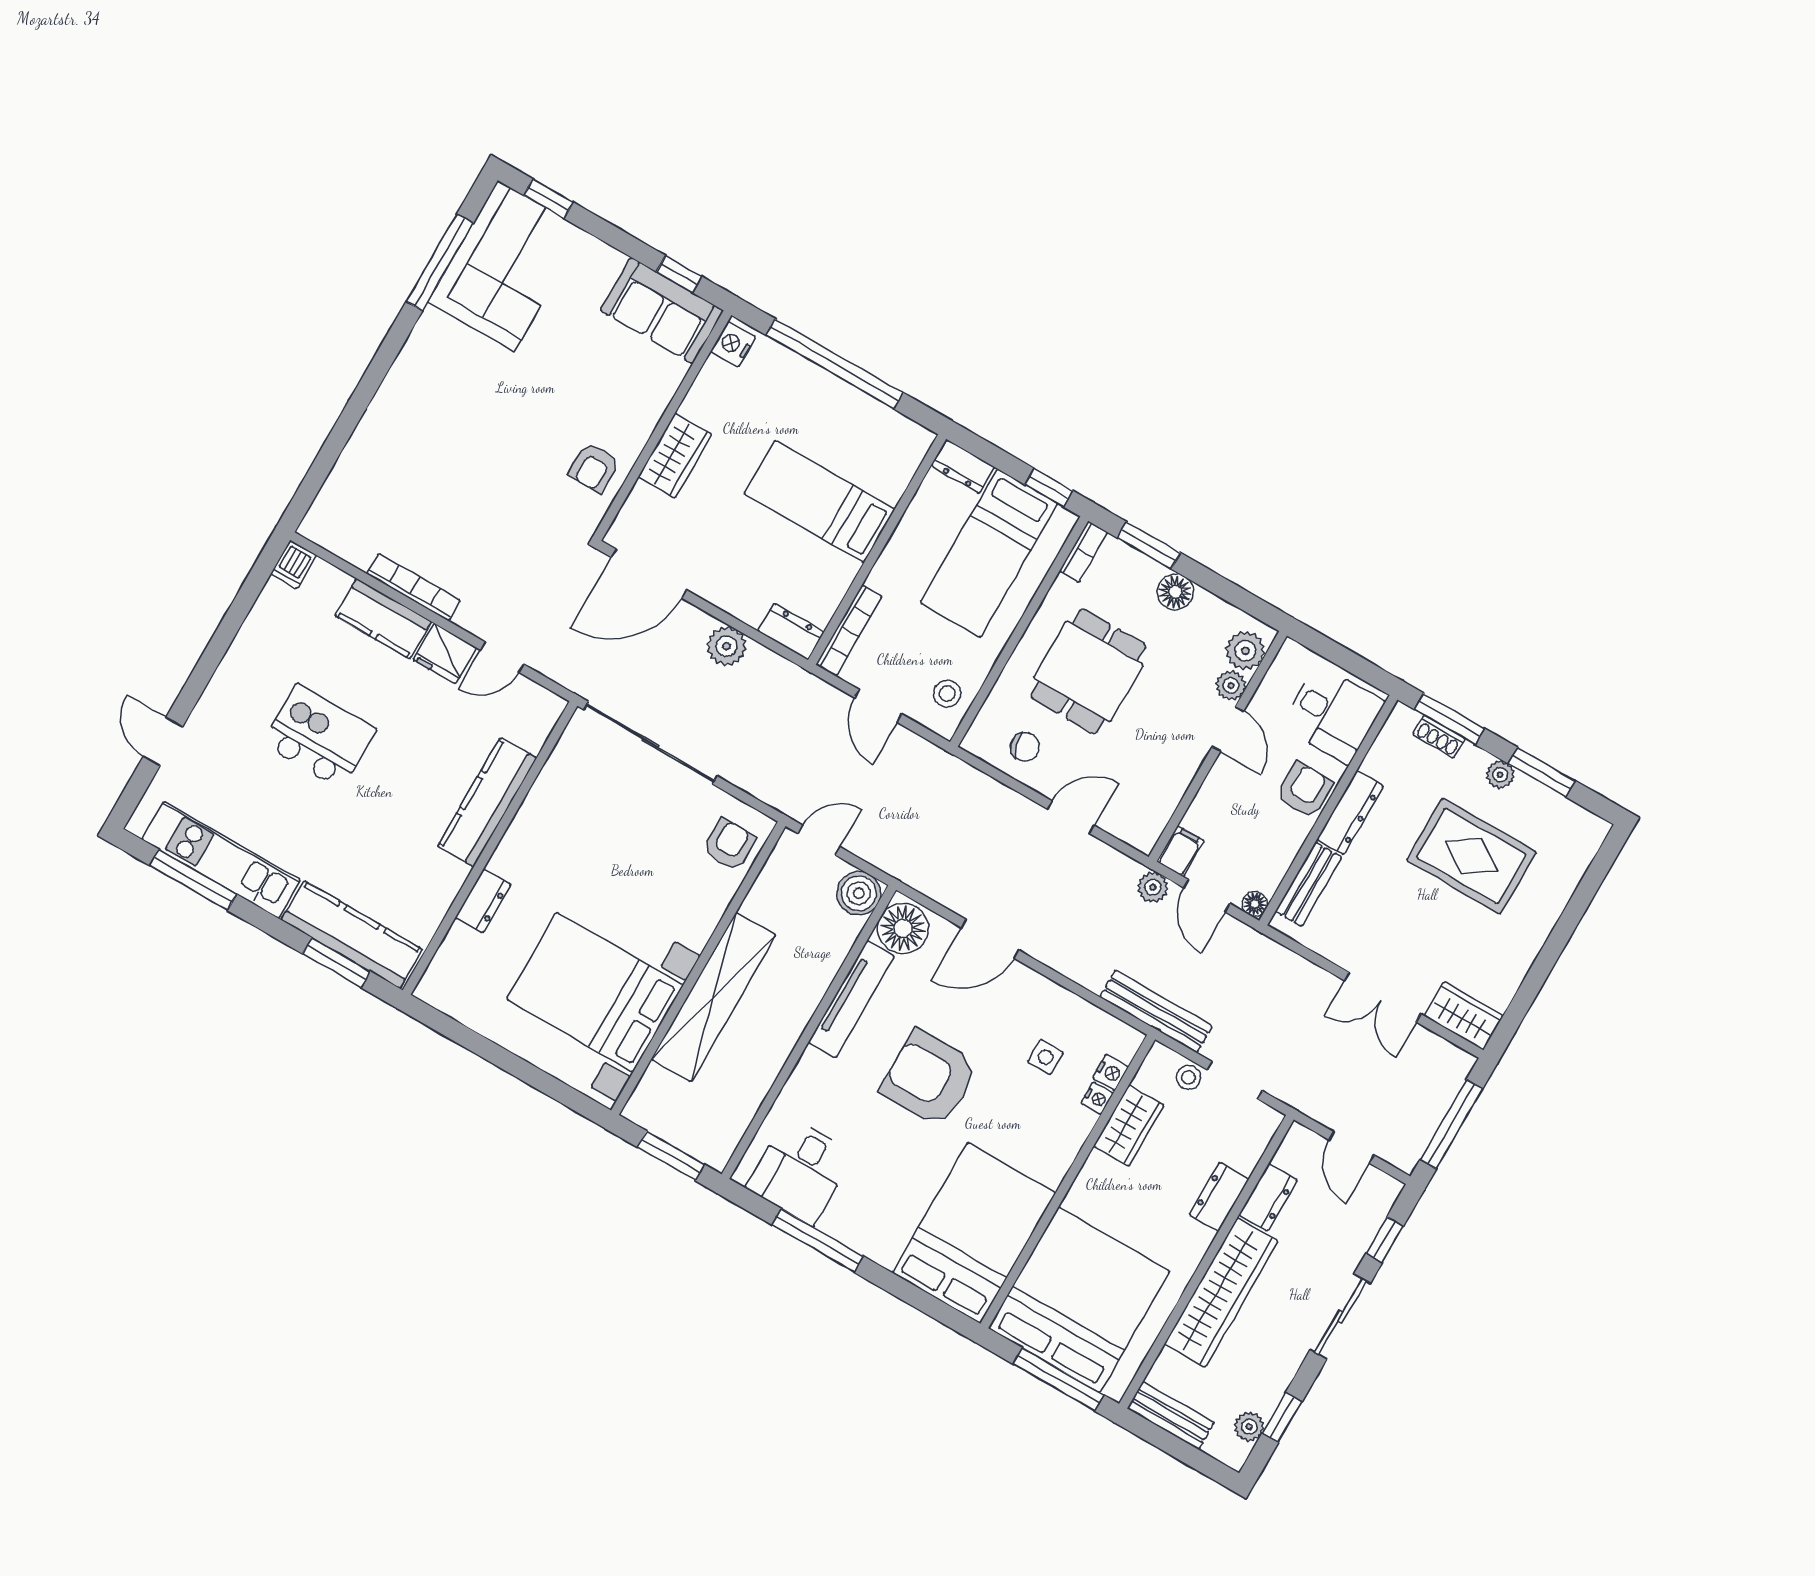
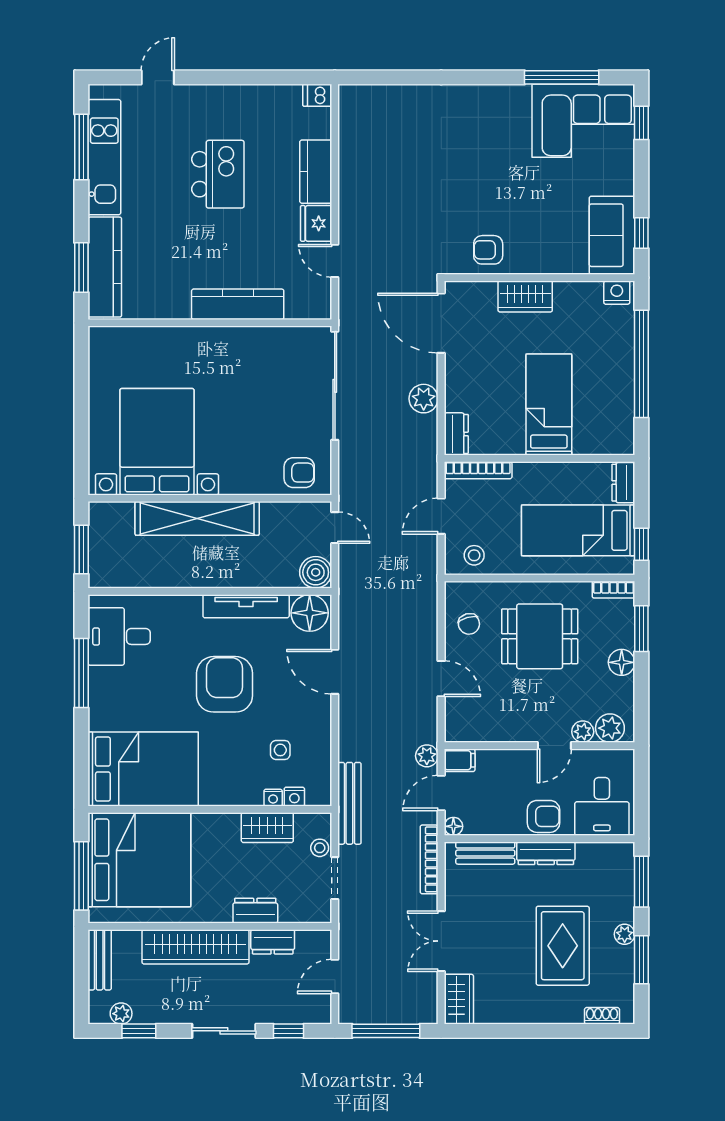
bookcase: (414, 587) -> (429, 859), moved, turned 180
shoe rack: (1439, 737) -> (602, 1016), moved, turned 90
dresser: (483, 901) -> (174, 338), removed

